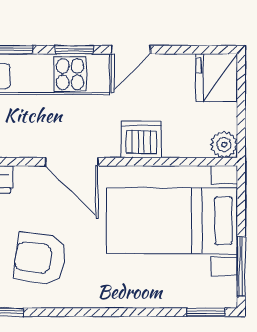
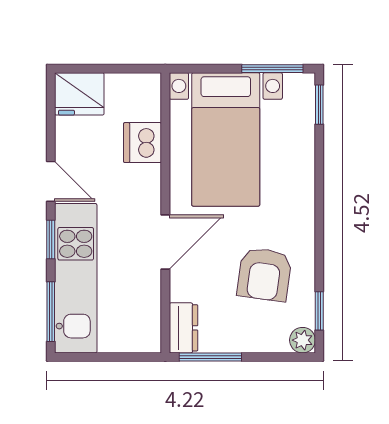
dishwasher: (141, 139) -> (142, 143), moved
plant: (224, 145) -> (148, 86), removed

